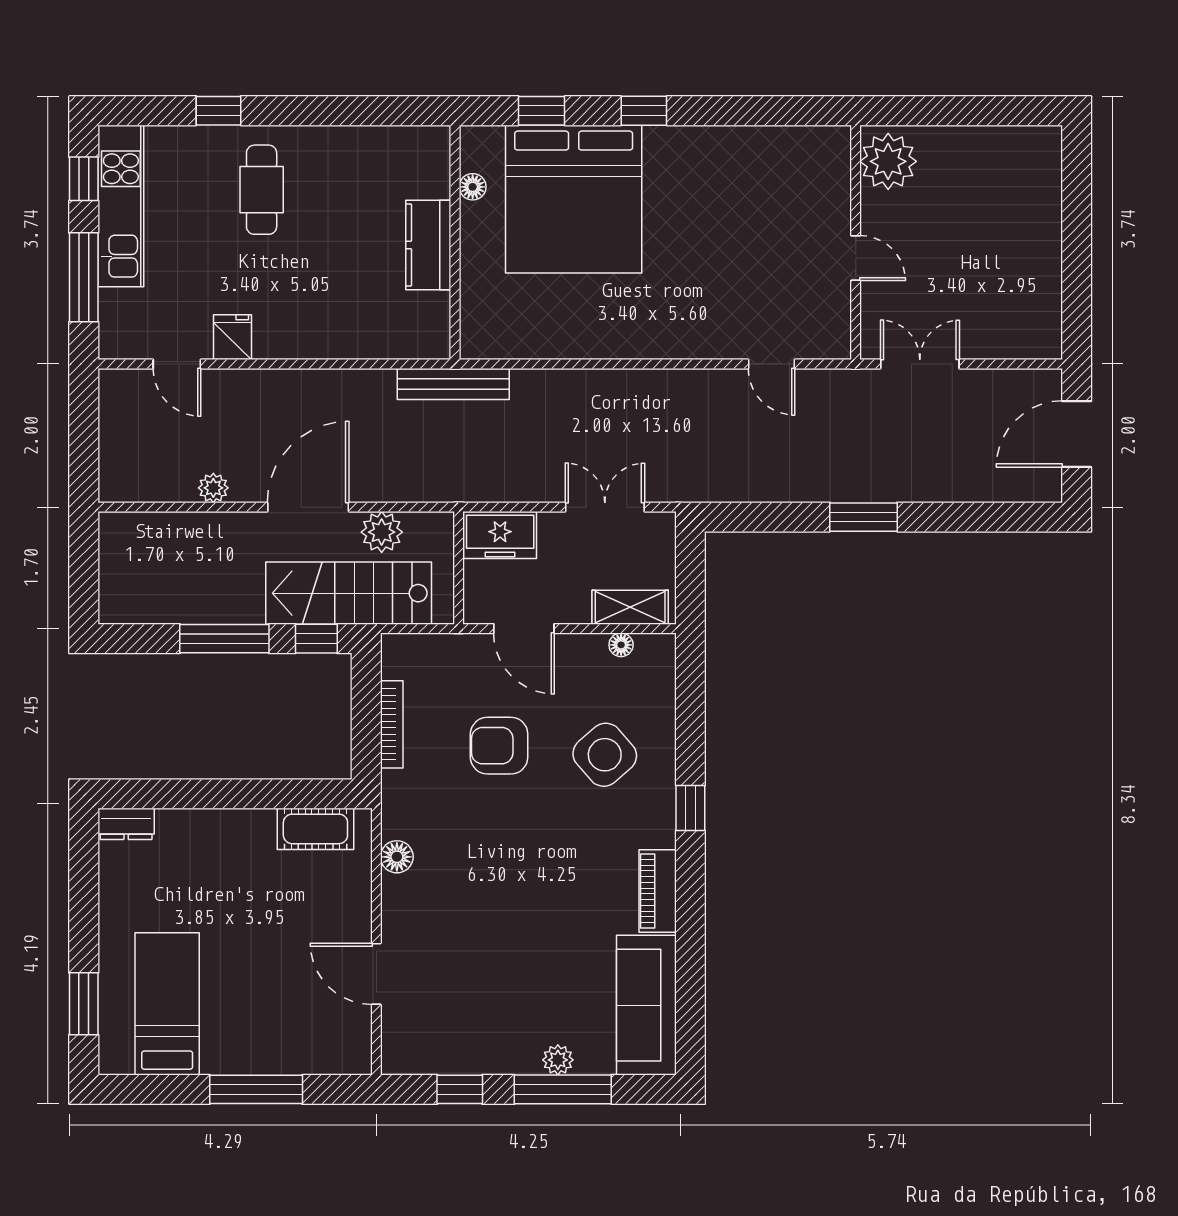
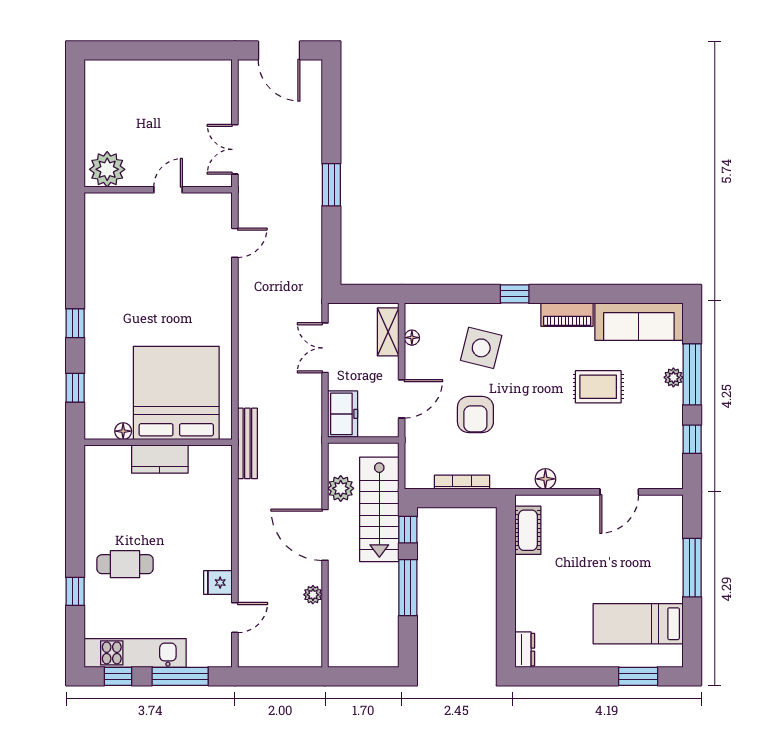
bed: (574, 199) -> (176, 393), moved, turned -90
side table: (605, 755) -> (481, 348), turned -35
rug: (543, 940) -> (598, 387), added

